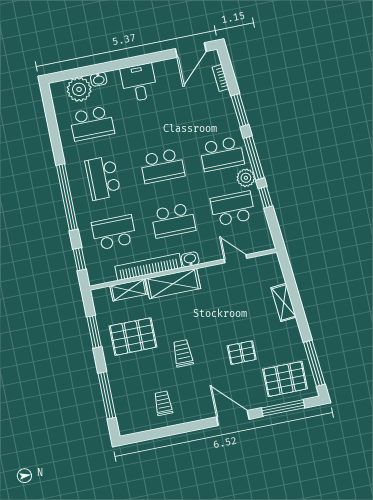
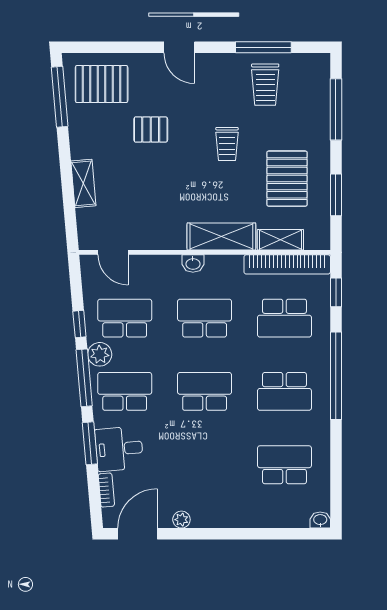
washbasin: (99, 79) -> (320, 520), moved
desk: (139, 83) -> (119, 449), moved, turned 85
plant: (79, 89) -> (181, 520), moved, width x0.53, depth x0.53
school desk: (103, 178) -> (284, 391), turned 90
school desk: (233, 208) -> (125, 318), turned 180
door: (235, 259) -> (113, 252), moved
bookcase: (148, 267) -> (287, 264), moved
pallet: (133, 337) -> (287, 179), turned 90
trolley: (163, 403) -> (265, 85), width x1.36, depth x1.39
window: (283, 408) -> (263, 47), moved
door: (233, 418) -> (179, 47), width x0.73

